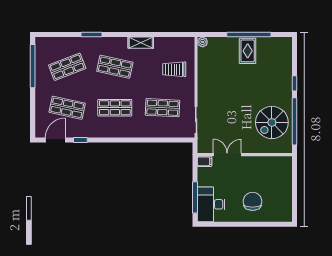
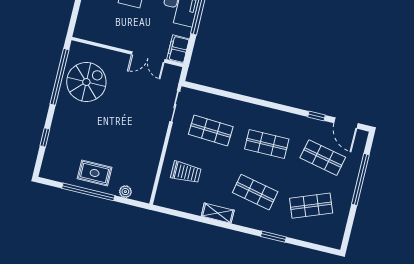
plant: (203, 42) -> (125, 192), moved
rug: (248, 51) -> (95, 173), turned 90
window: (33, 66) -> (360, 179), moved
window: (294, 83) -> (45, 137), moved
door: (55, 140) -> (346, 123), hinge flipped
filing cabinet: (205, 161) -> (178, 49), width x2.00

